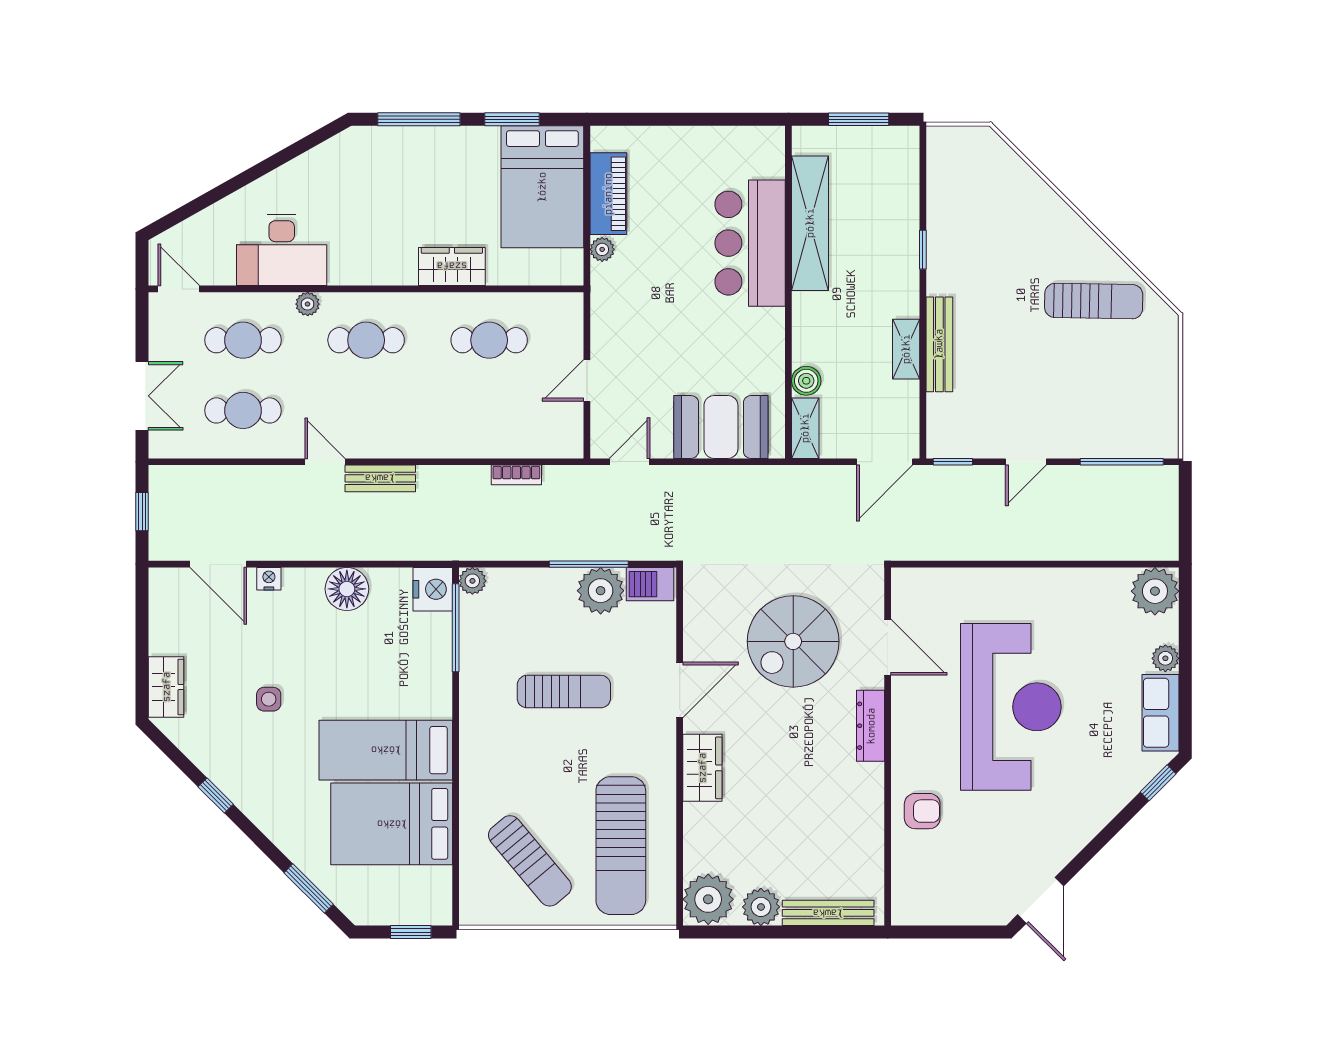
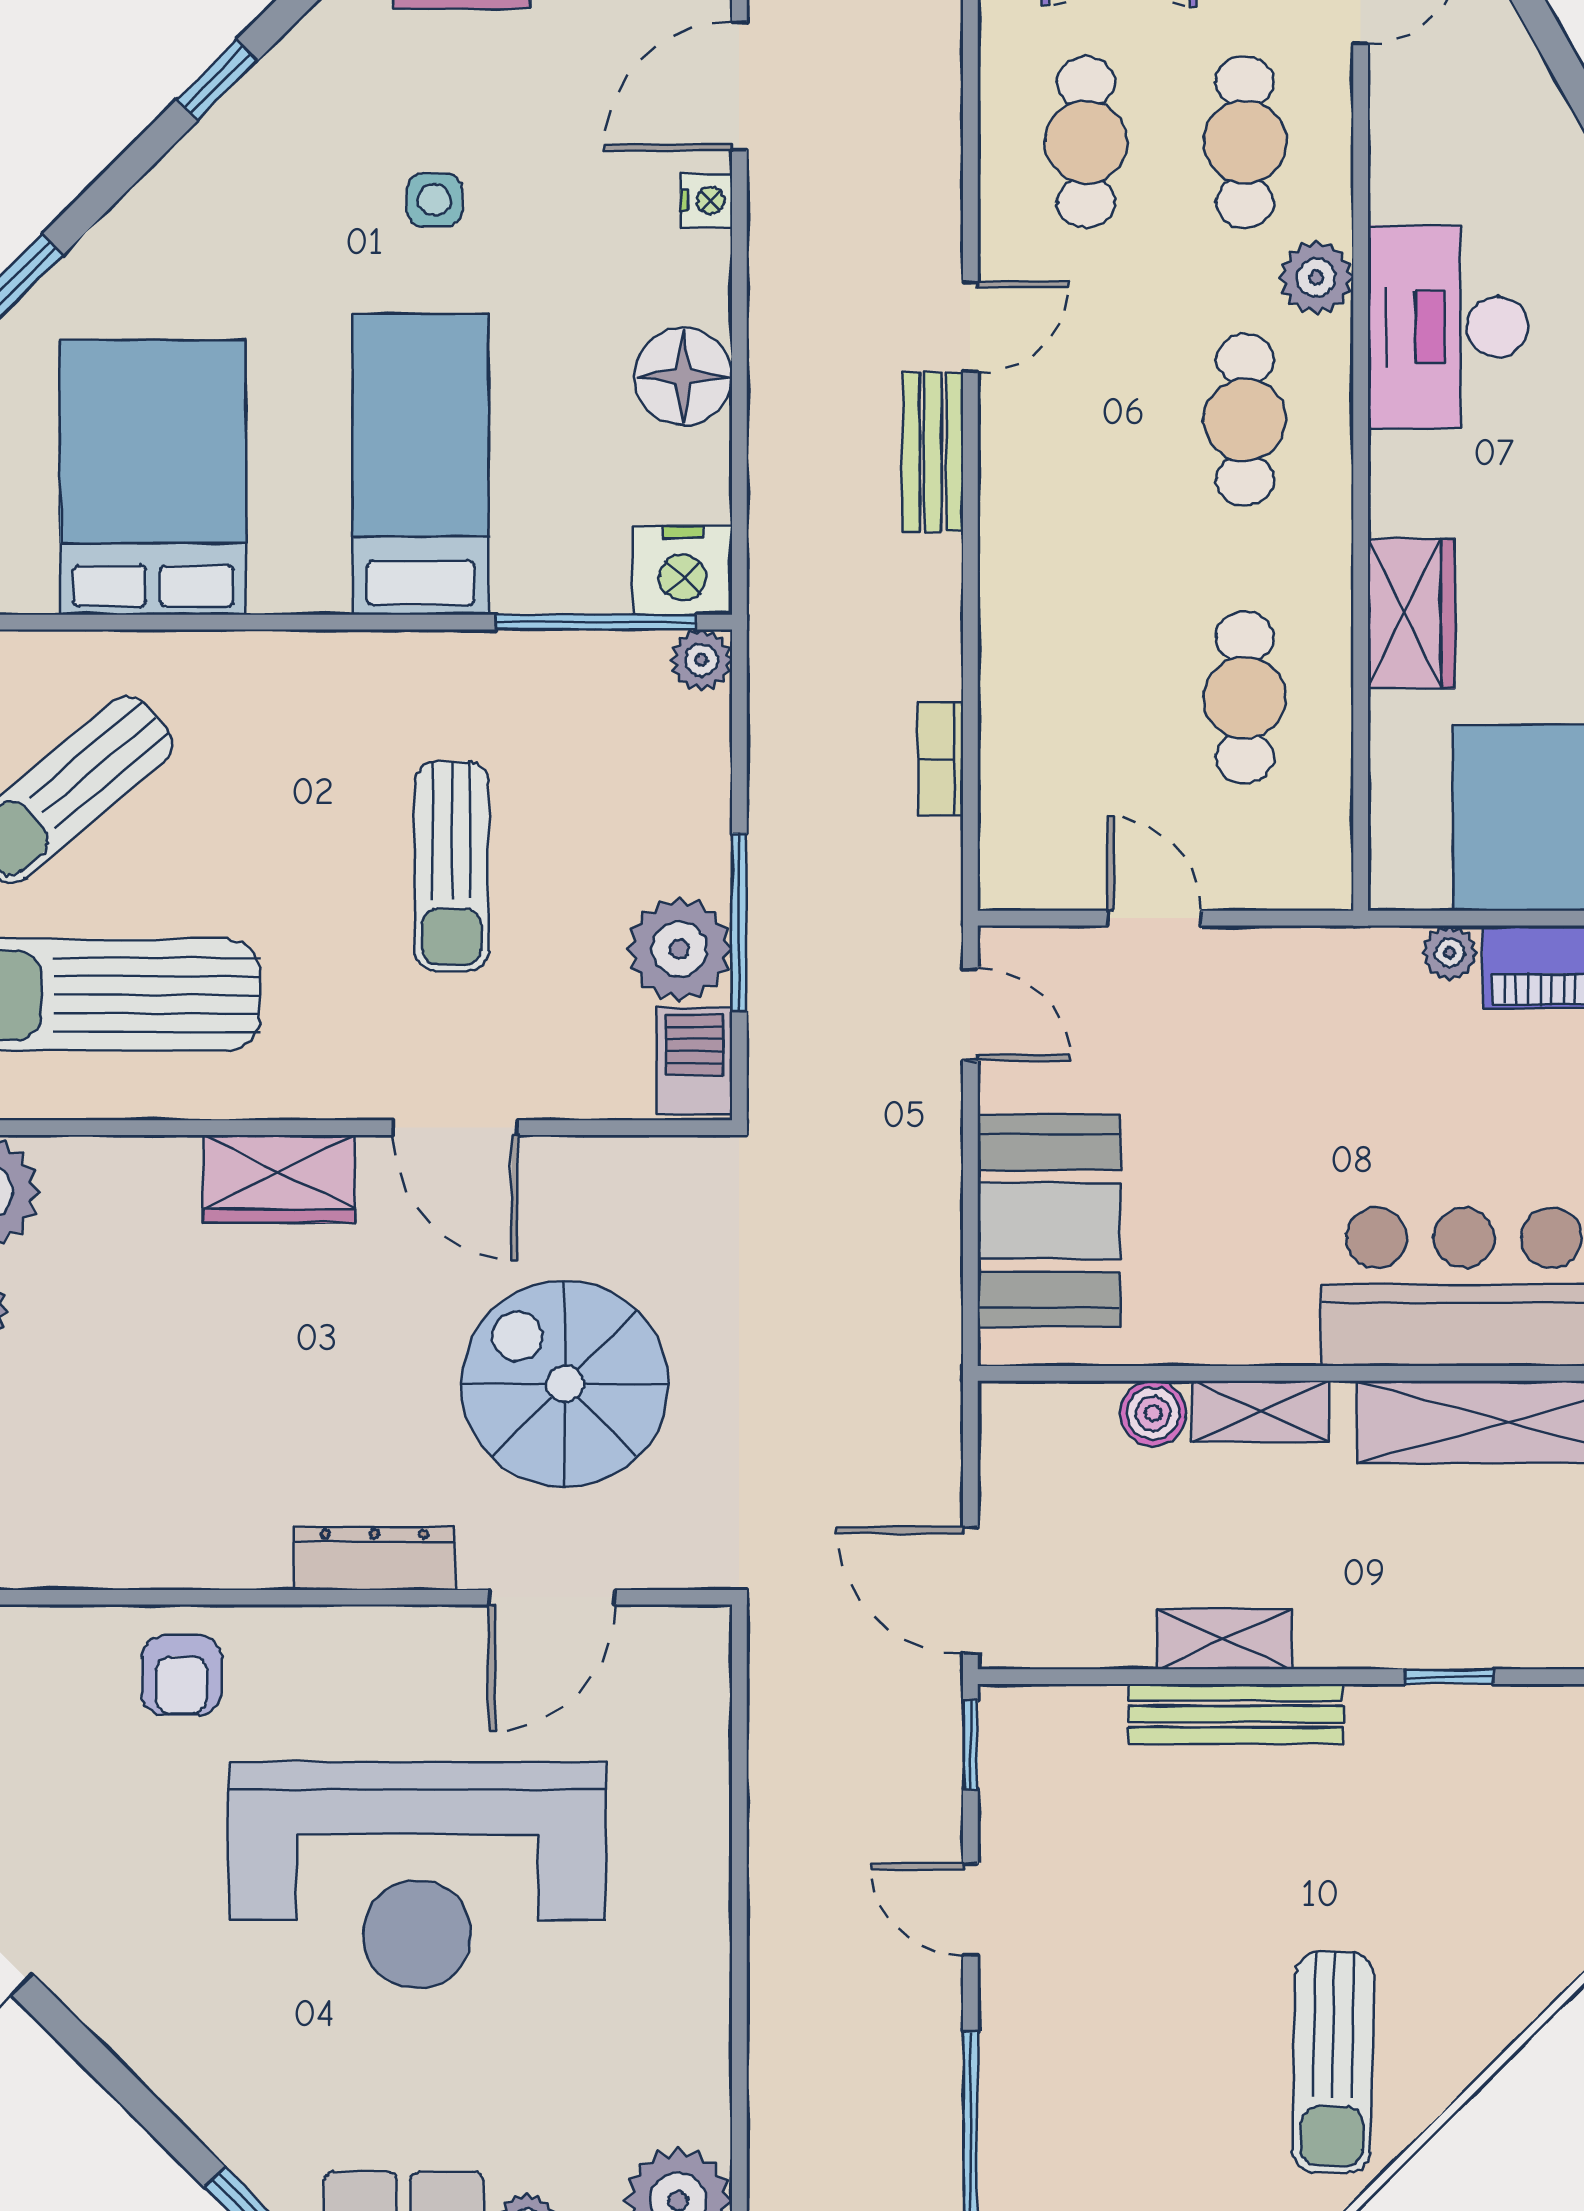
desk: (282, 250) -> (1448, 327), moved
plant: (308, 304) -> (1316, 277), width x1.38, depth x1.38
shelving: (805, 428) -> (1260, 1411), moved
bed: (386, 750) -> (421, 464), moved

